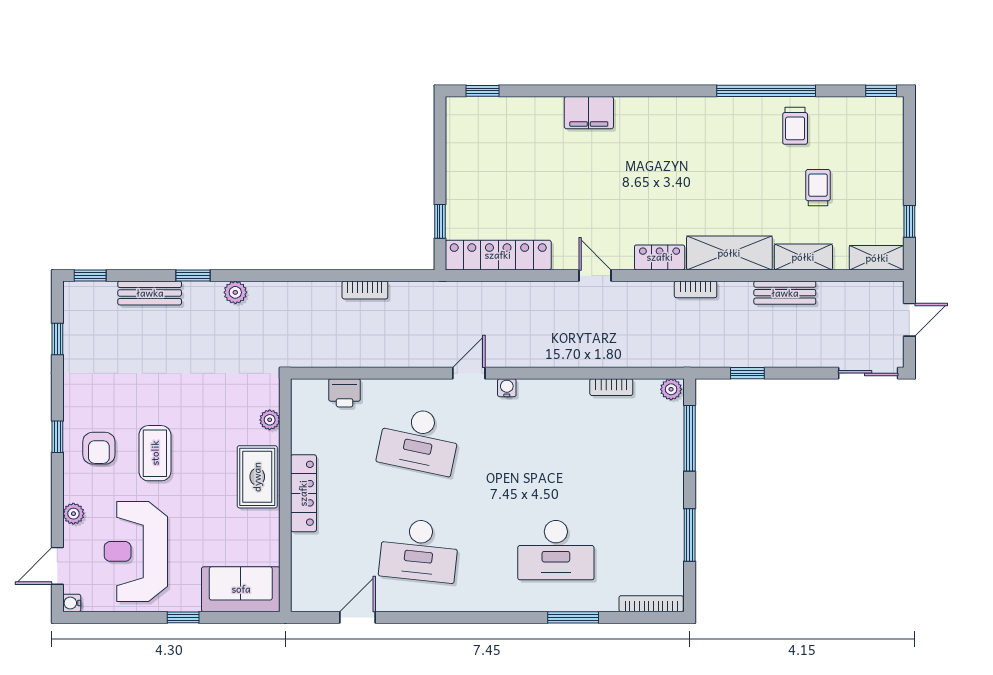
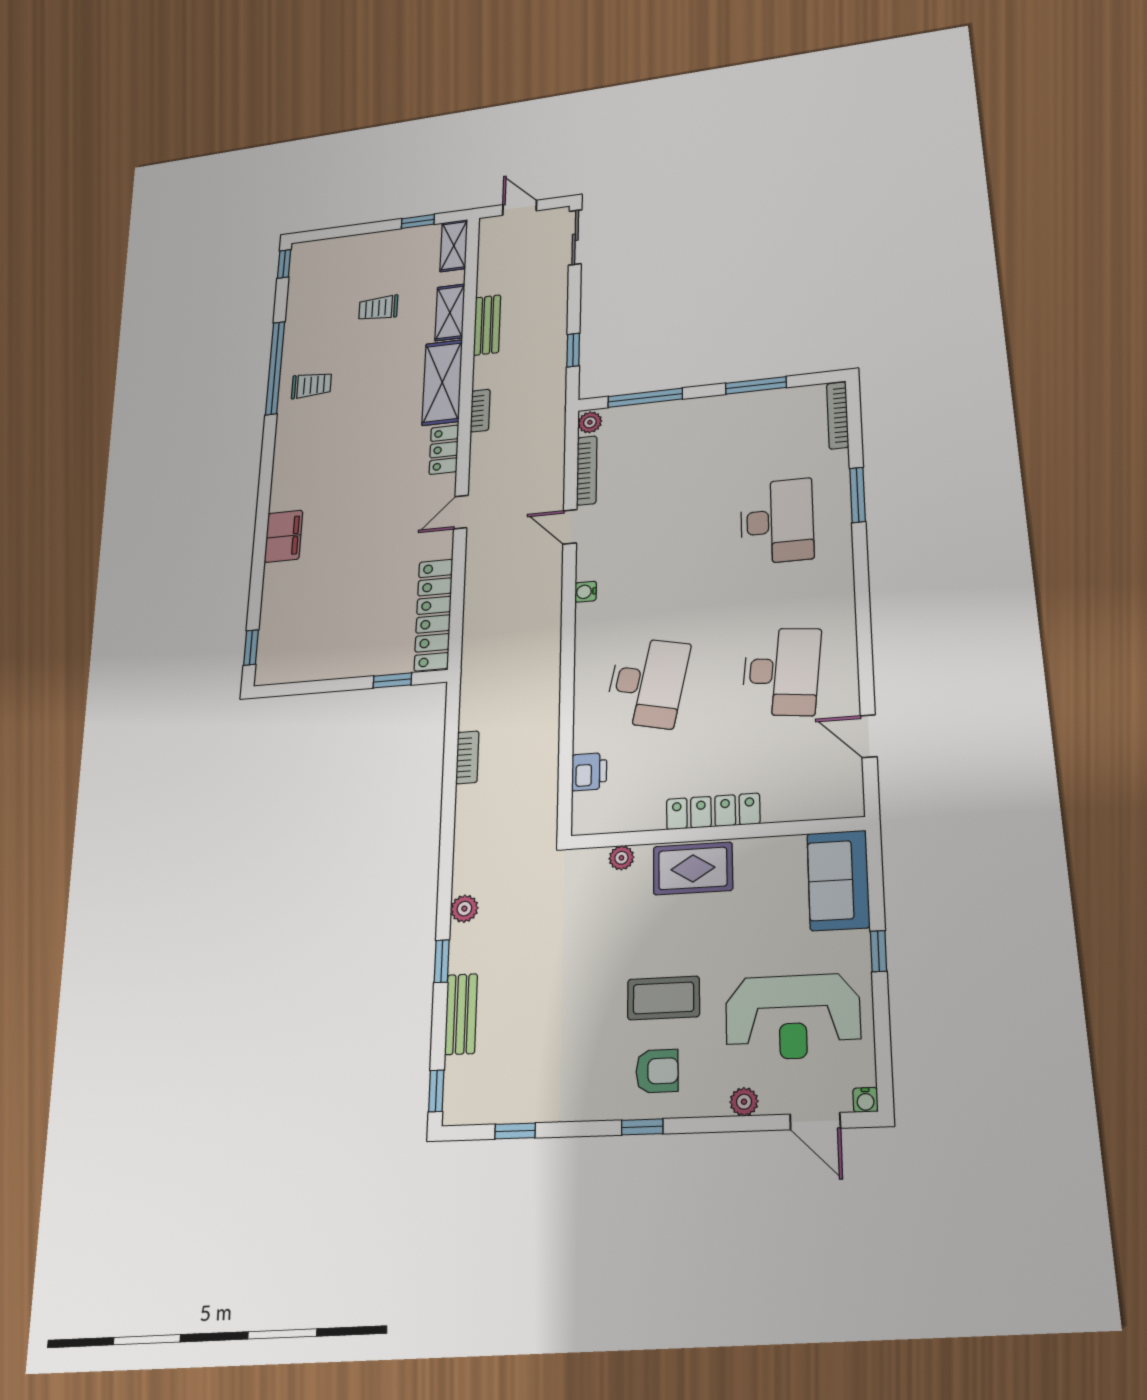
trolley: (795, 126) -> (311, 385), moved
door: (469, 373) -> (570, 527), moved
bookcase: (611, 387) -> (587, 470), width x1.56

